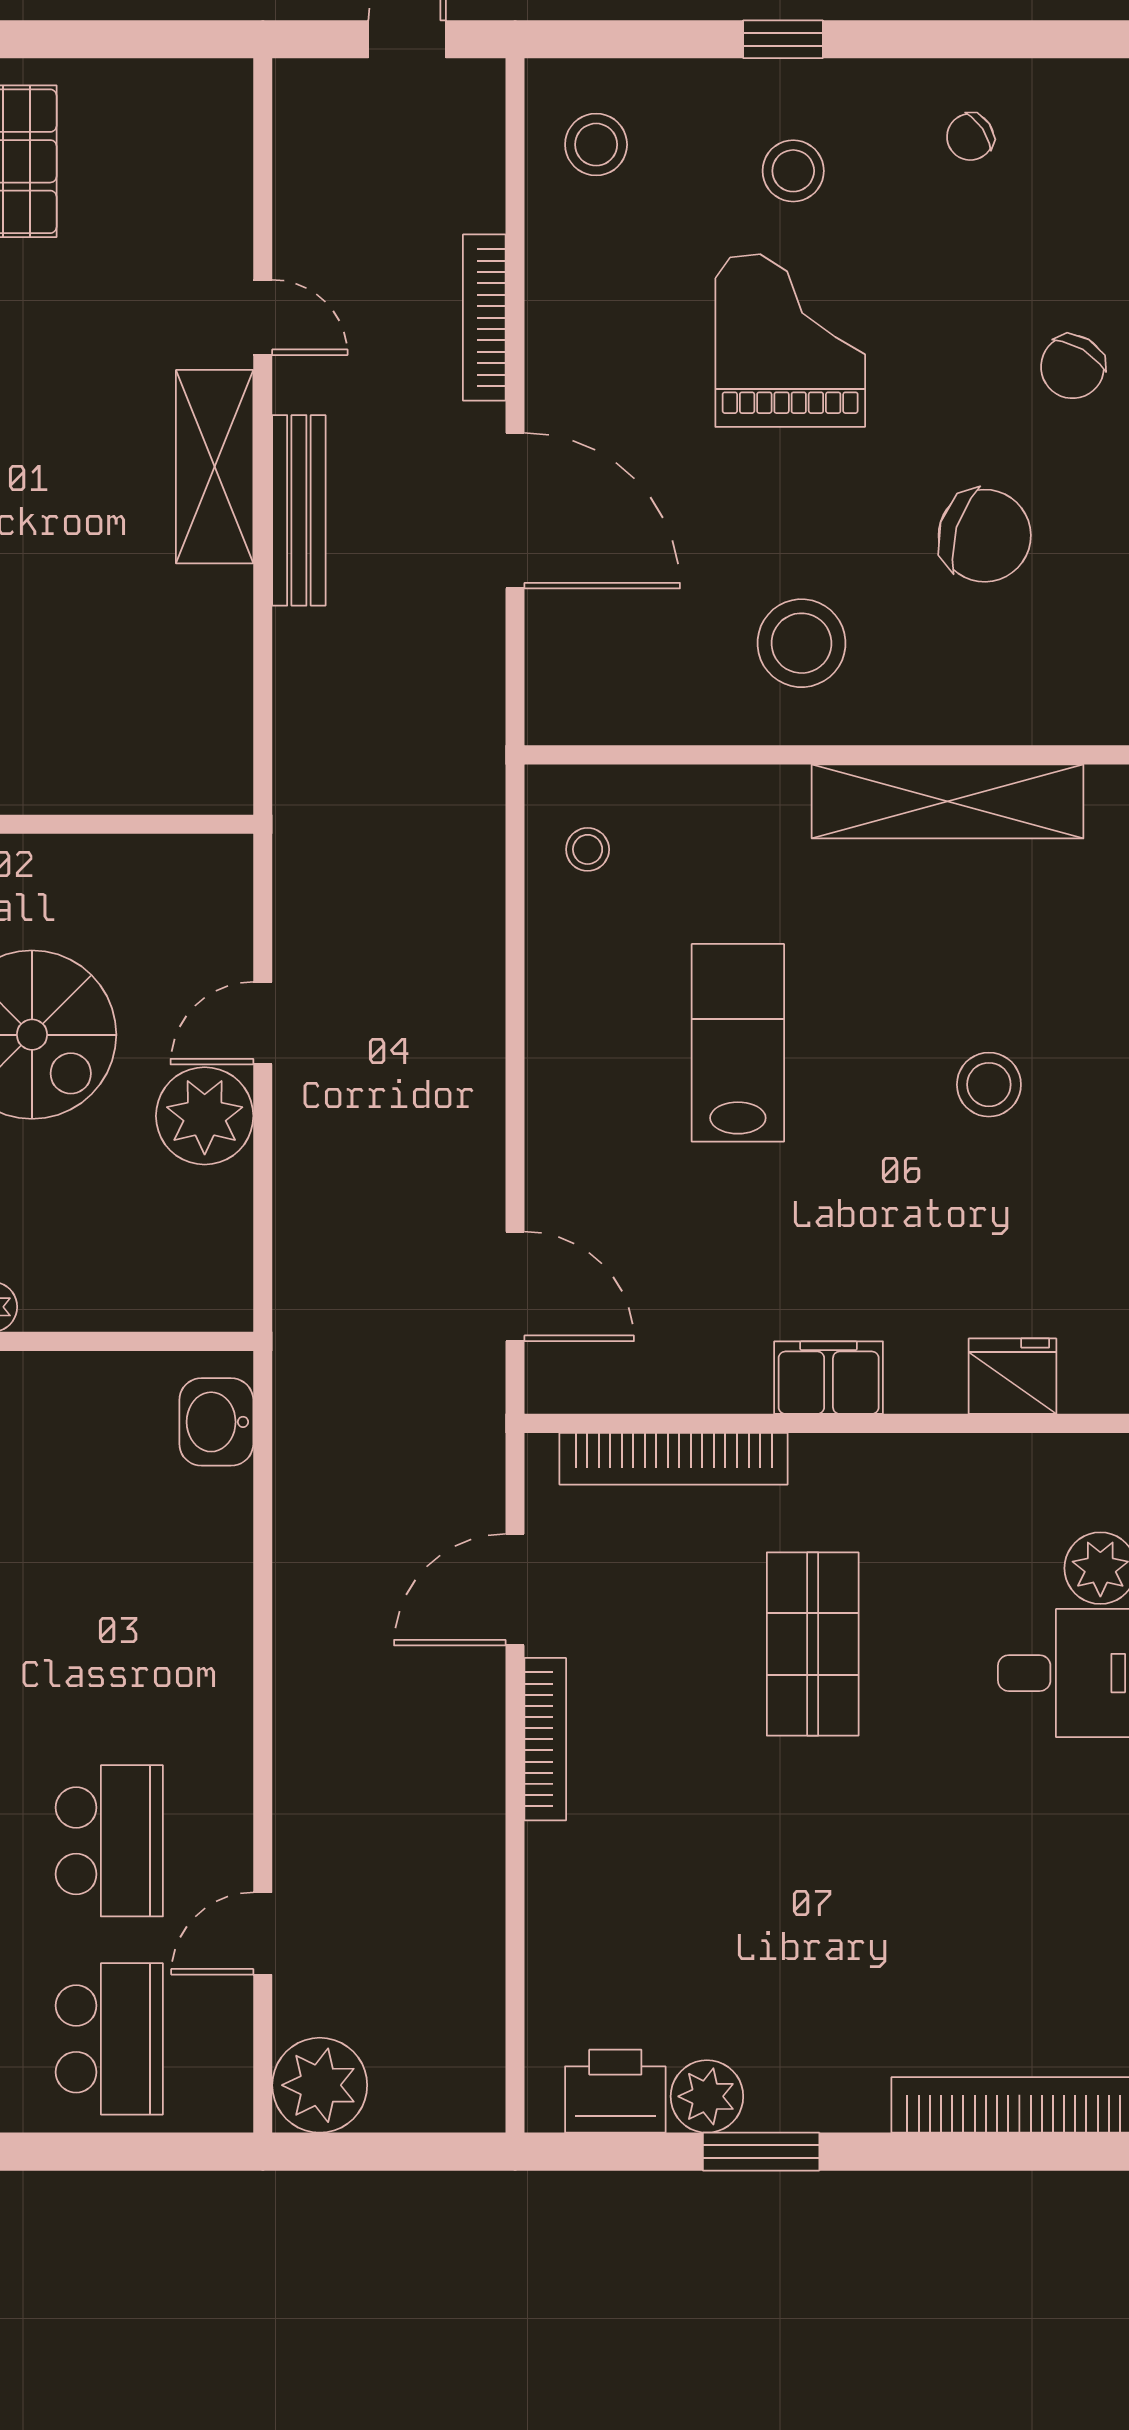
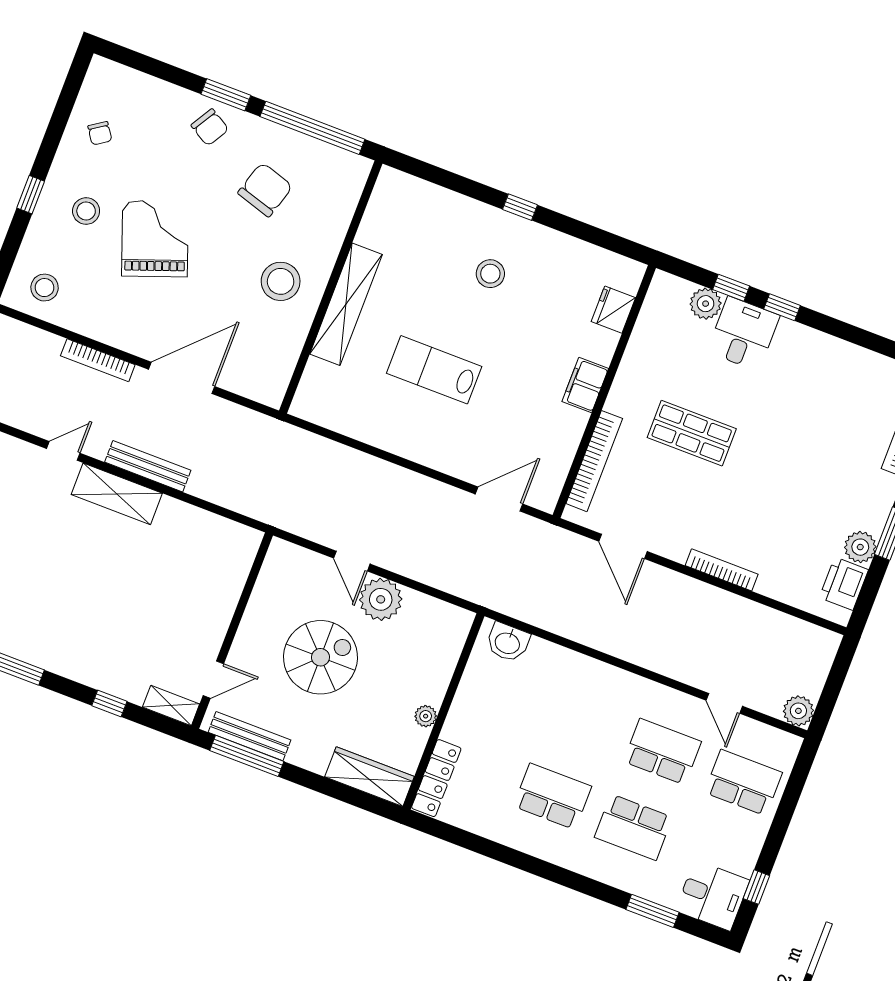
grand piano: (790, 340) -> (155, 239), turned 70
shelving: (948, 801) -> (346, 304), moved
stool: (588, 849) -> (332, 401), removed
bookcase: (545, 1739) -> (722, 570), moved
plant: (320, 2085) -> (798, 711), width x0.73, depth x0.73

